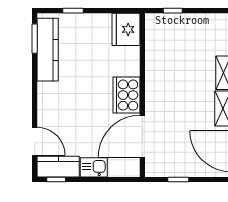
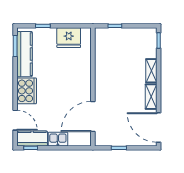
fridge: (126, 29) -> (69, 38), moved, turned -90
cooker: (126, 95) -> (27, 91), moved, turned 180

